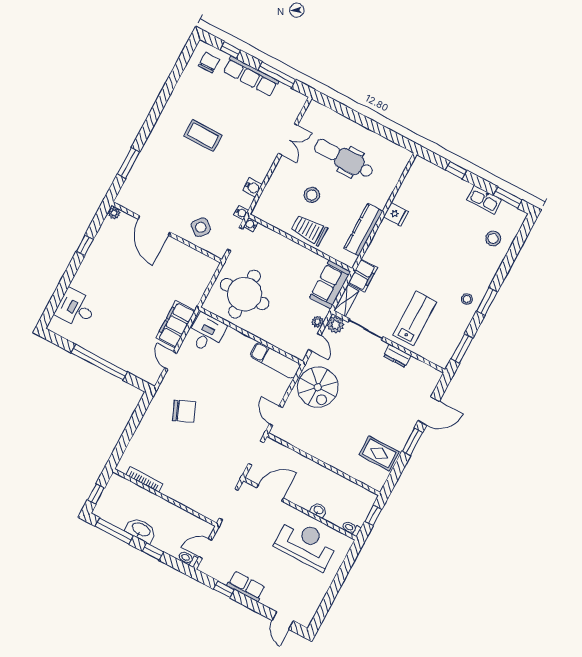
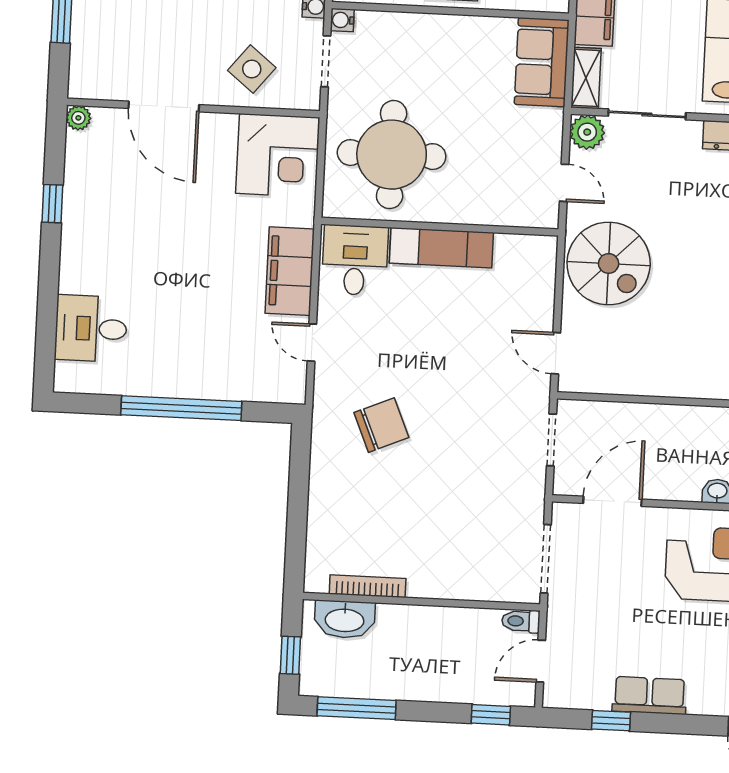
corner desk: (194, 271) -> (278, 155), added
plant: (318, 322) -> (551, 142), removed
exam couch: (275, 360) -> (441, 248), moved
washbasin: (141, 530) -> (345, 619), moved, turned 180
window: (153, 551) -> (491, 715), moved
toilet: (188, 559) -> (521, 621), moved

